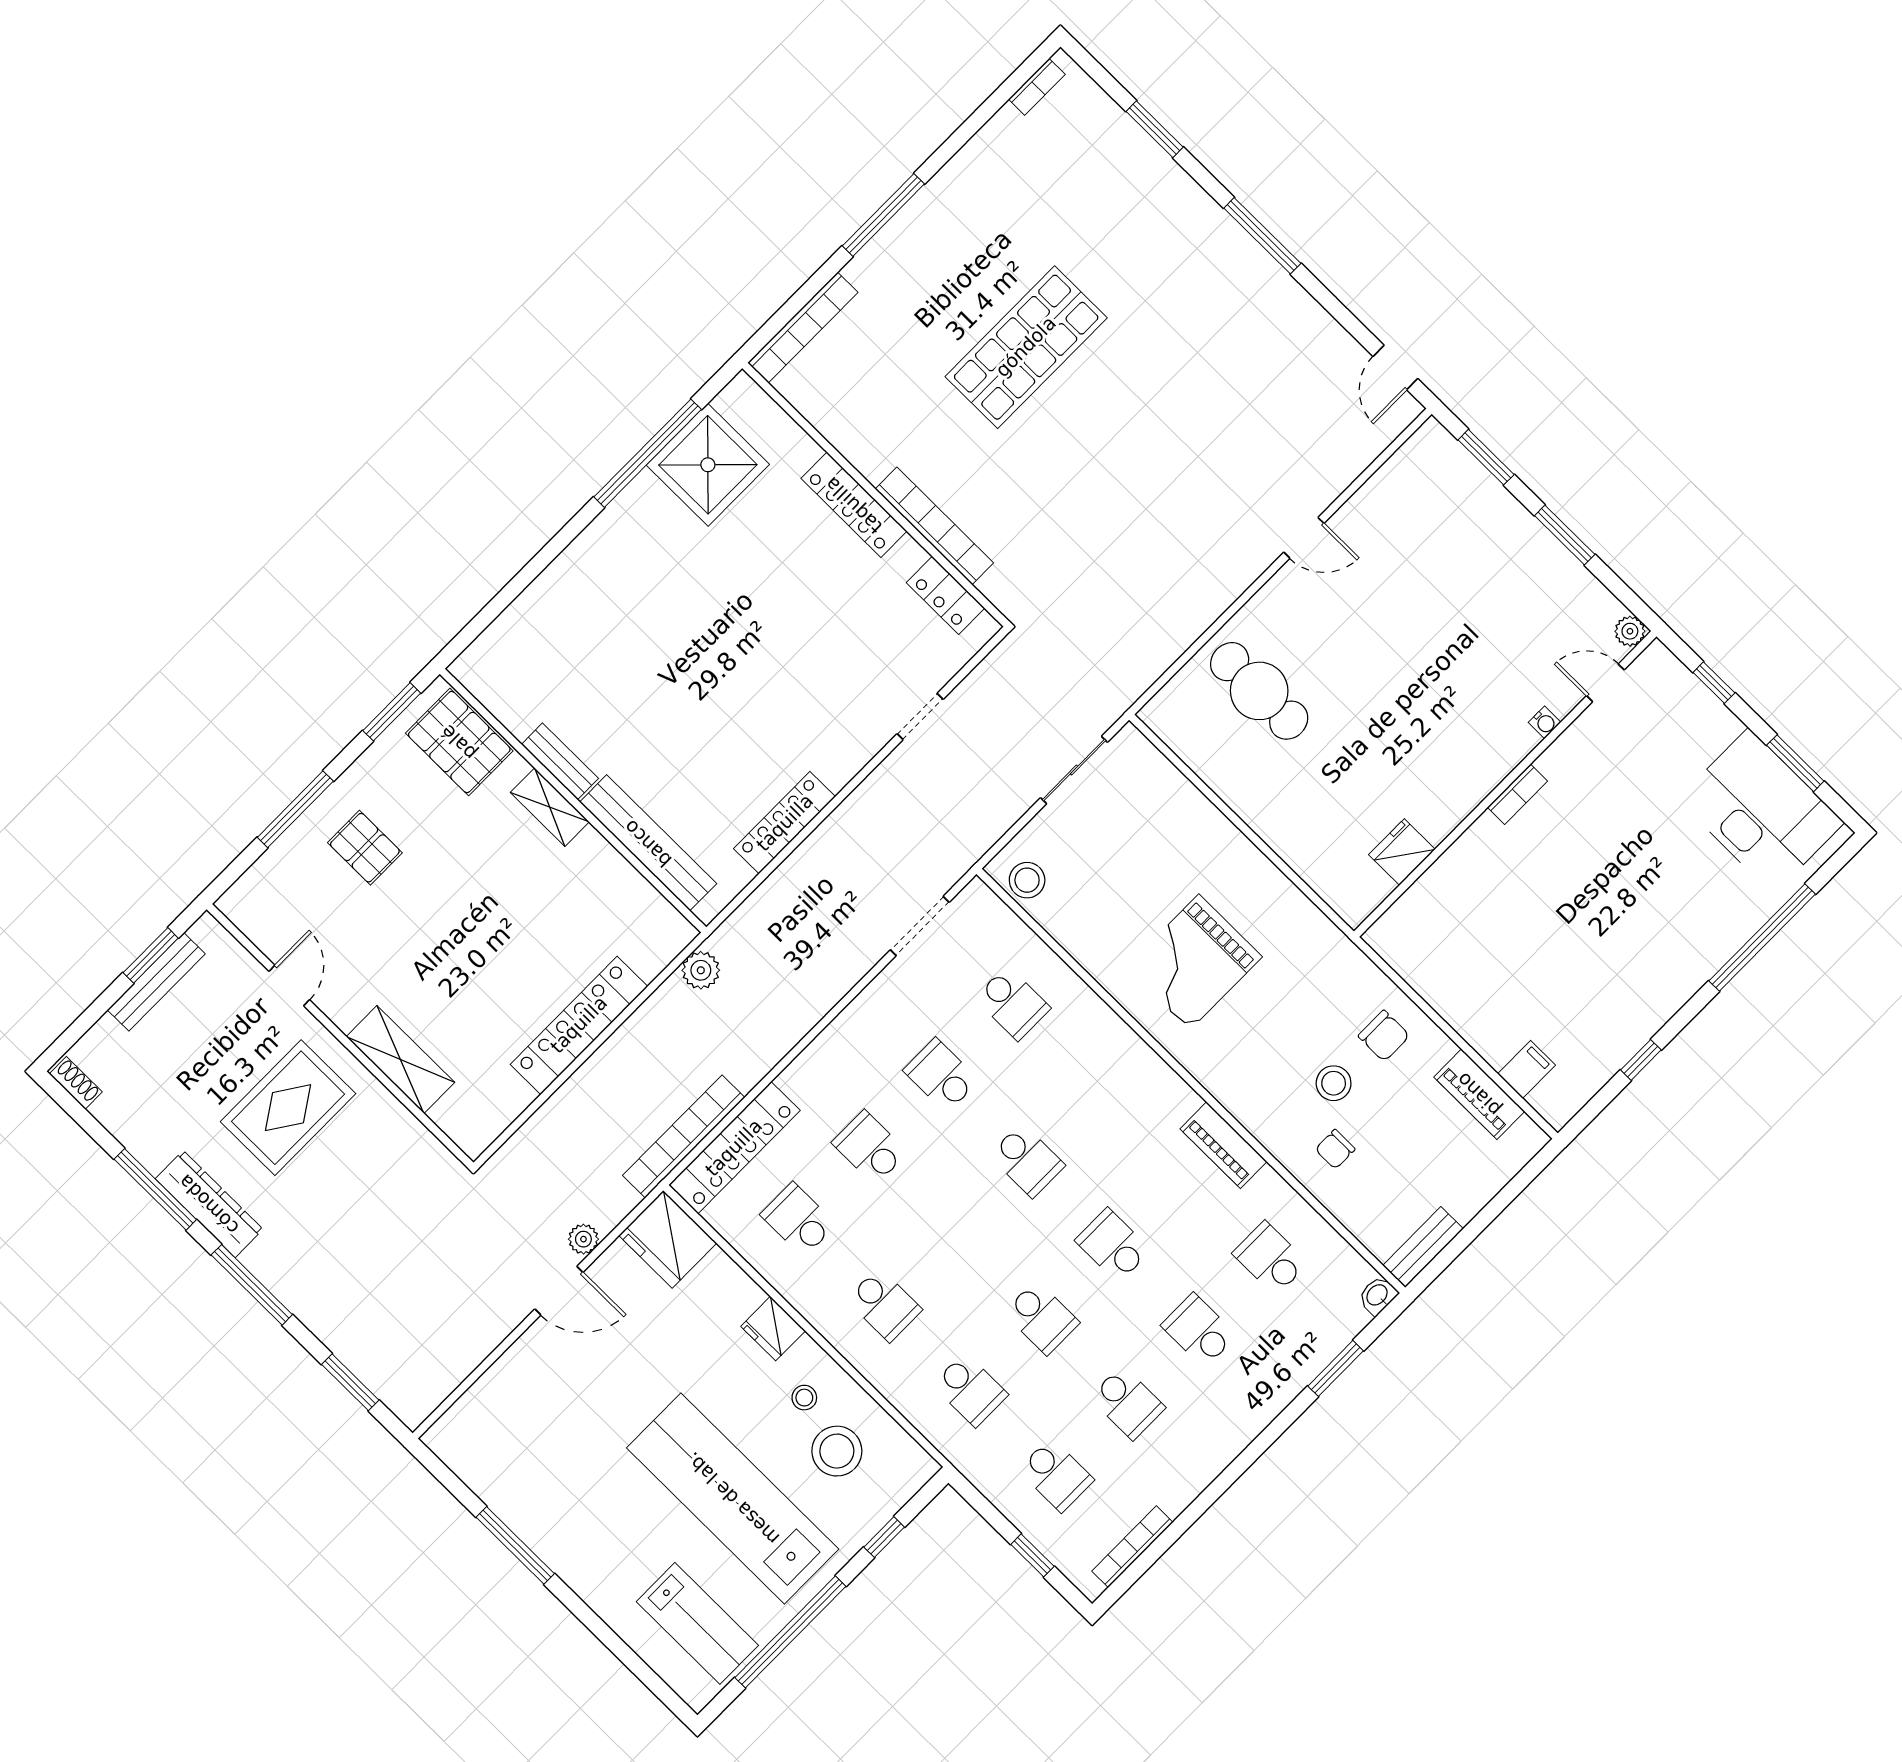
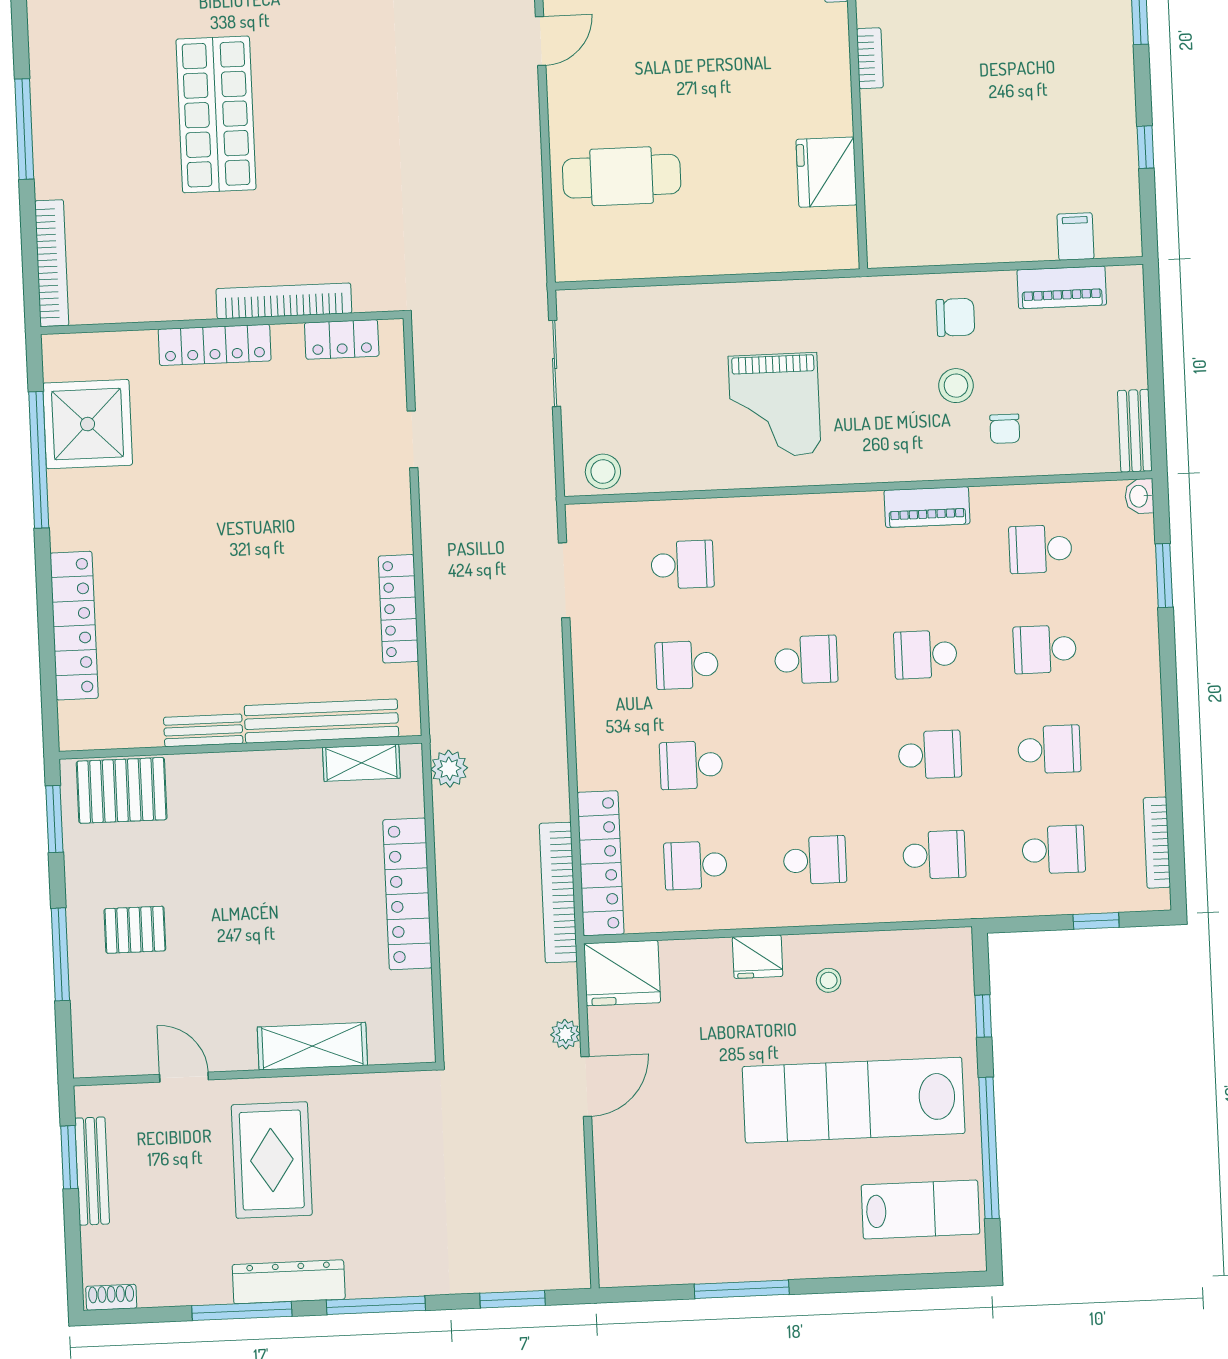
locker: (549, 593) -> (74, 626), added
shelving: (550, 807) -> (361, 763), moved
fridge: (1402, 852) -> (827, 172), width x1.36, depth x1.34
stool: (837, 1451) -> (889, 993), removed

